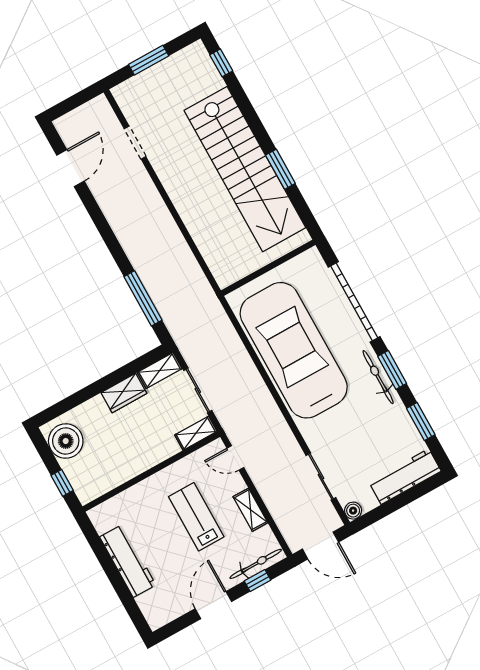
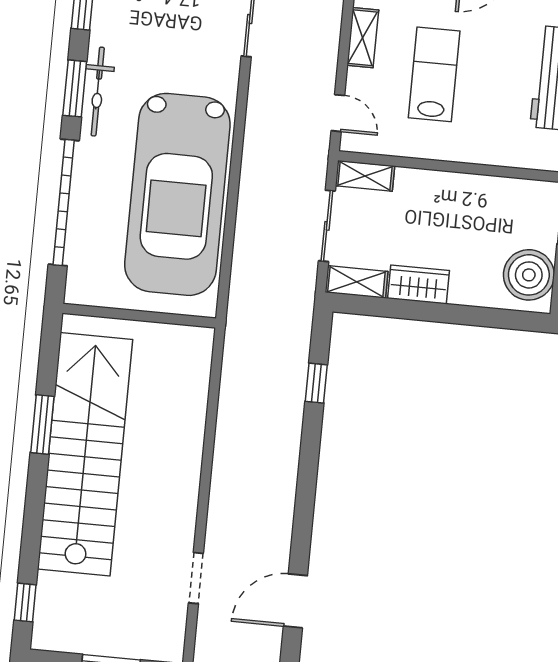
window: (143, 298) -> (316, 383), width x0.46
lab bench: (196, 517) -> (434, 74), turned 180

